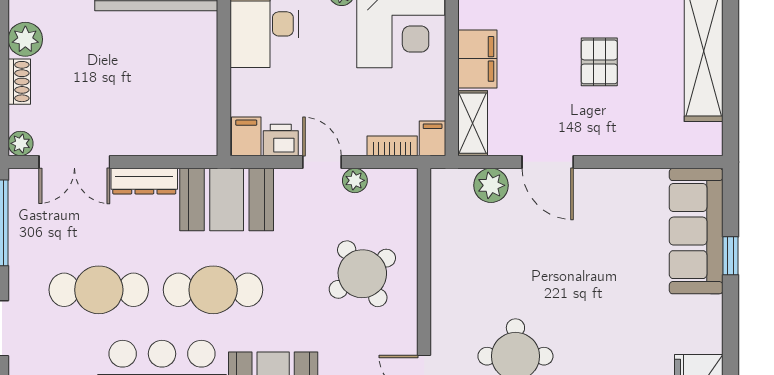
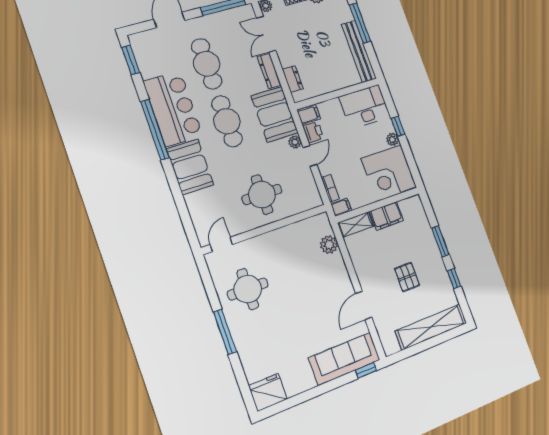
pallet: (599, 62) -> (407, 277), turned 90
dresser: (172, 142) -> (293, 79), added
door: (548, 162) -> (364, 305), moved
plant: (355, 180) -> (295, 142), moved
window: (731, 256) -> (366, 370), moved
round table: (362, 274) -> (262, 195), turned 33

